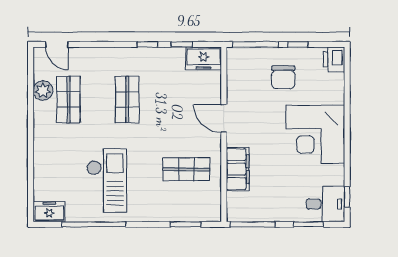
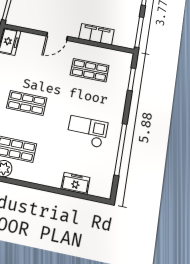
shop shelf: (186, 169) -> (90, 70), turned 90
checkout: (107, 180) -> (87, 132), width x0.73, depth x0.83
freezer: (49, 212) -> (76, 183), moved, turned 90

